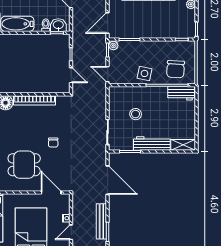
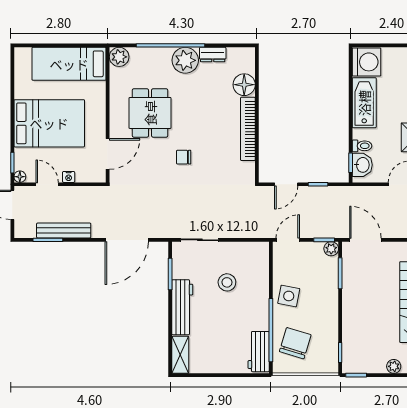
chair: (176, 69) -> (295, 343), turned 104

